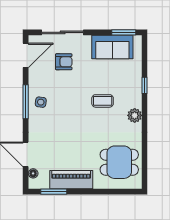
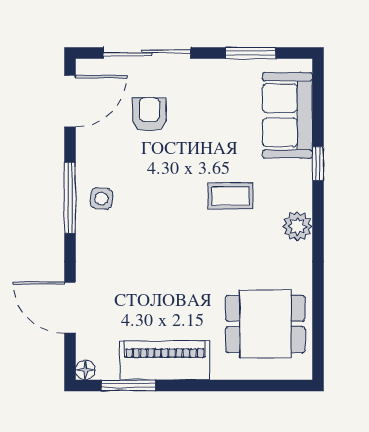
window: (124, 32) -> (251, 53), moved
sofa: (112, 47) -> (287, 115), moved, turned 90
armchair: (64, 62) -> (149, 114), turned -90
floor lamp: (33, 173) -> (85, 370), moved

